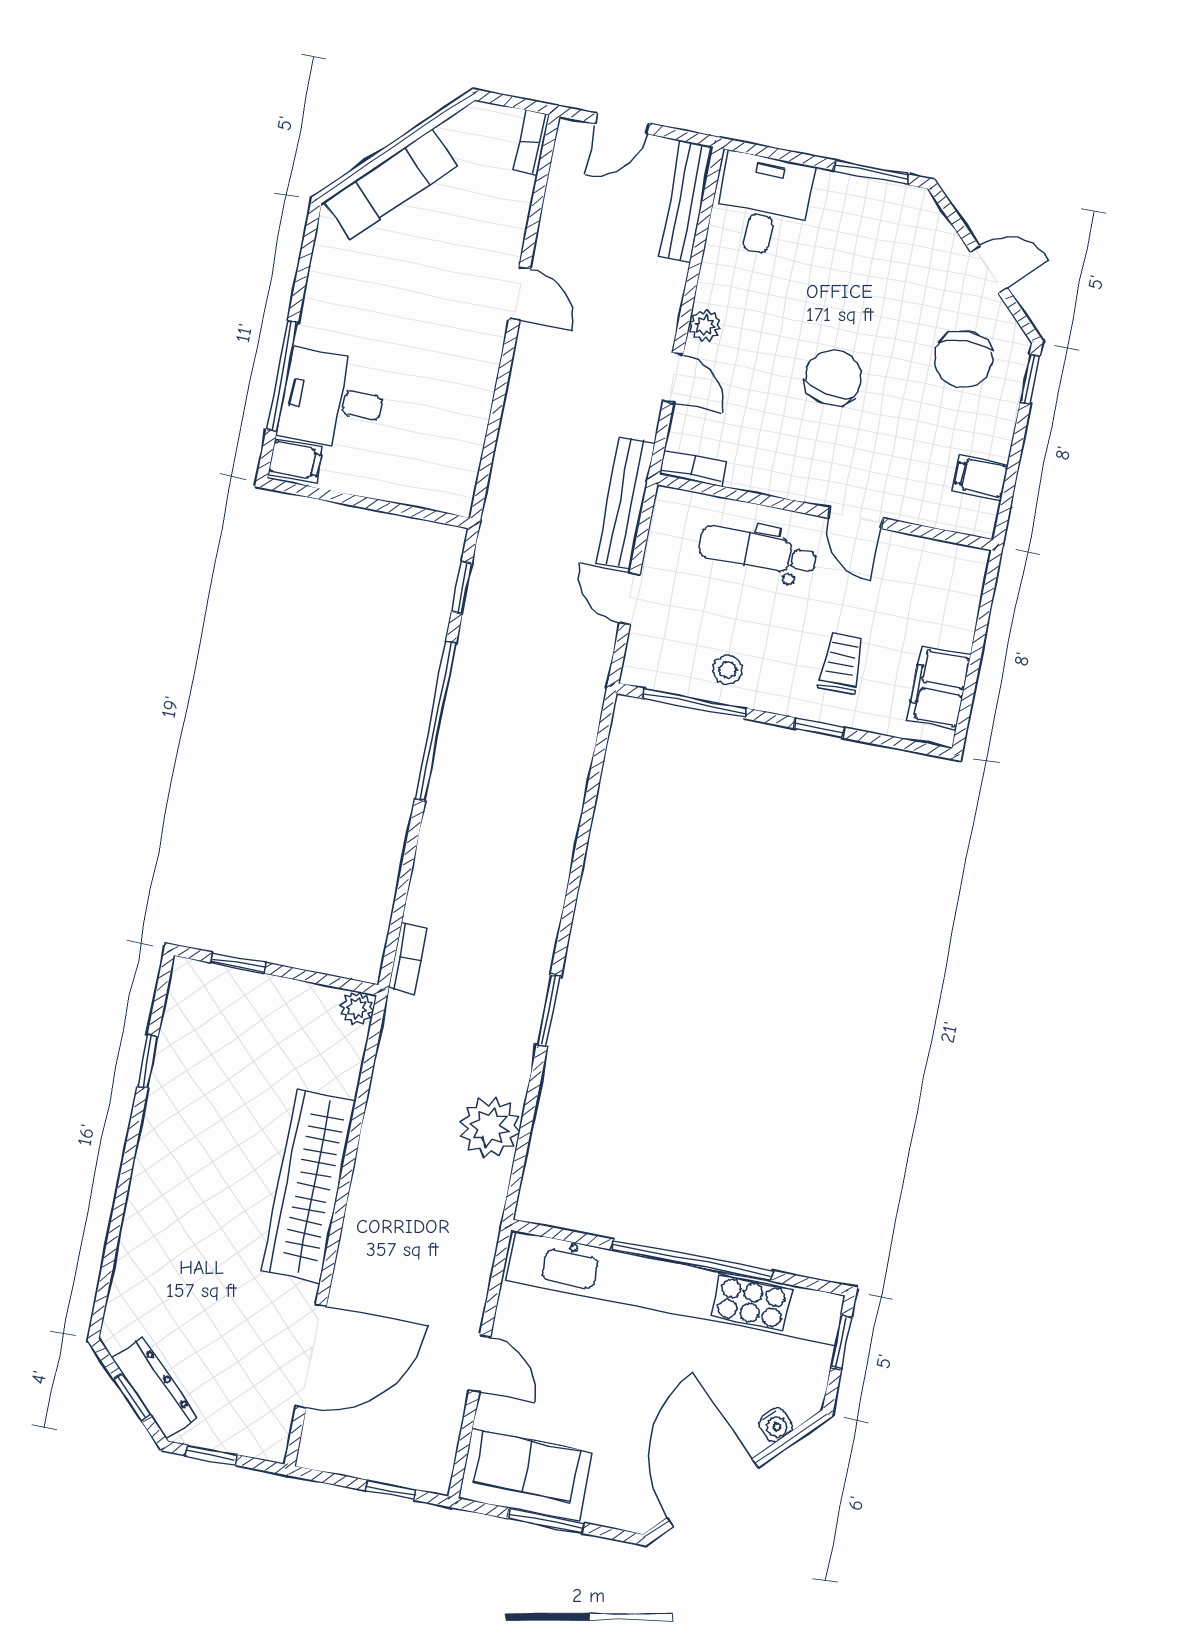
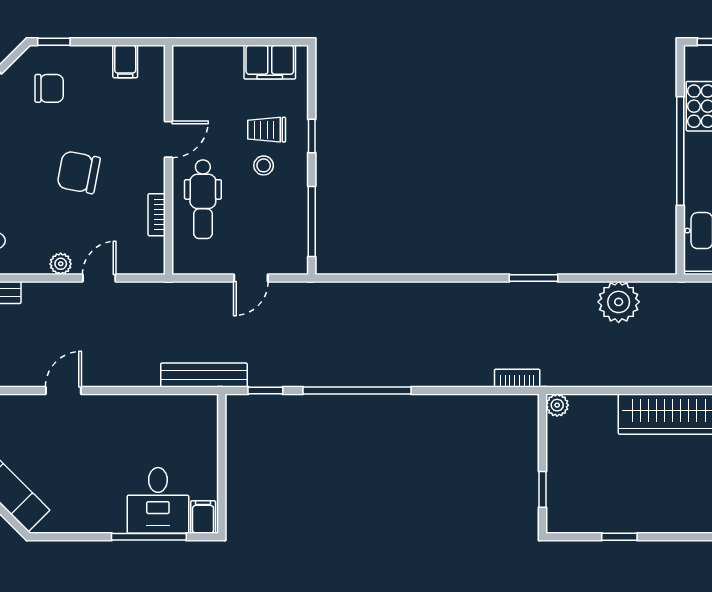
chair: (963, 359) -> (49, 88), width x0.73, depth x0.73
bookcase: (692, 468) -> (157, 215), moved
bench: (625, 503) -> (204, 375), moved
stool: (728, 670) -> (264, 165), moved

